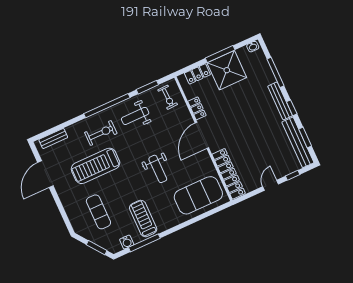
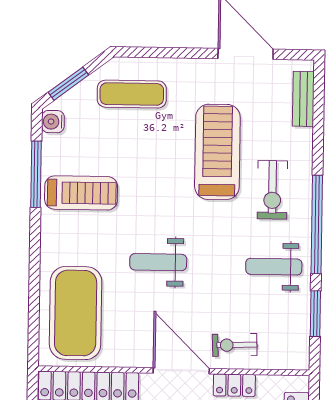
exercise bike: (168, 97) -> (235, 345), moved
weight bench: (135, 116) -> (274, 267), turned -90
exercise mat: (98, 212) -> (132, 94), moved
water cooler: (127, 242) -> (53, 122), moved

